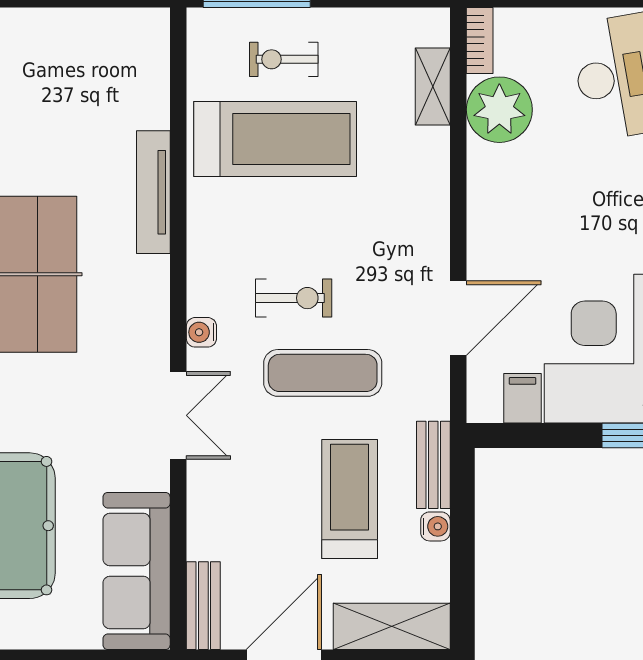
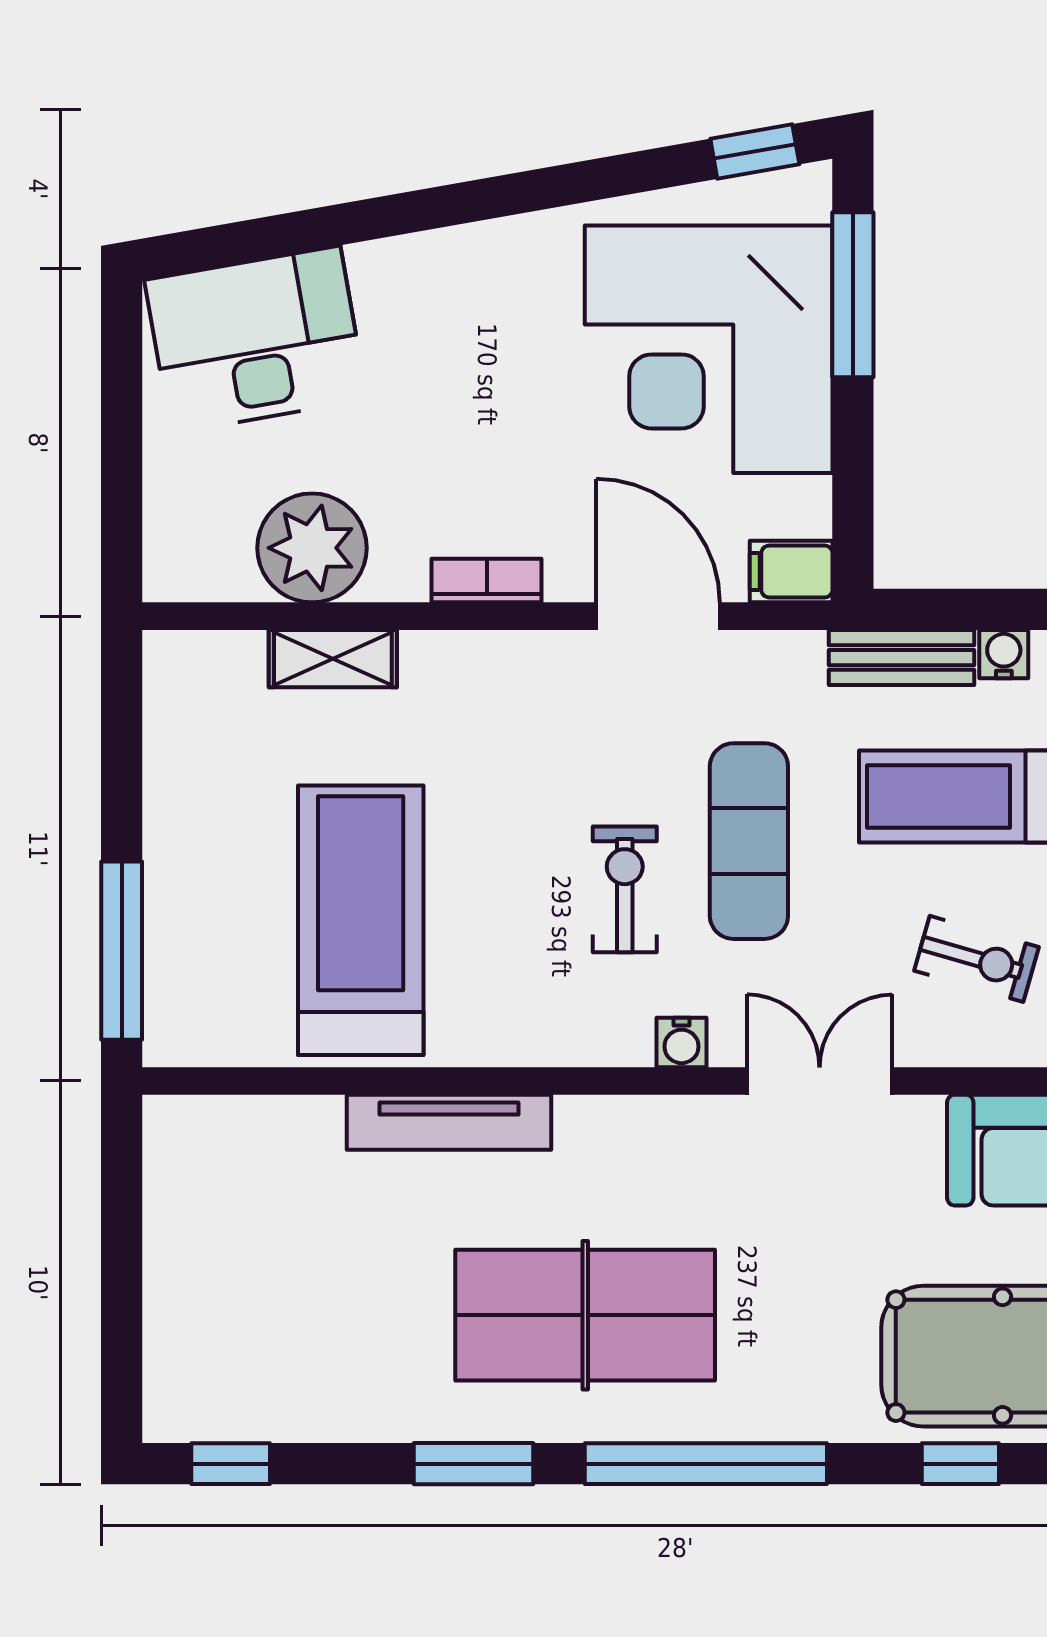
bookcase: (480, 40) -> (487, 581), moved
exercise bike: (284, 59) -> (977, 959), moved, turned -74
shelving: (433, 86) -> (333, 659), moved
filing cabinet: (522, 398) -> (791, 572), moved

